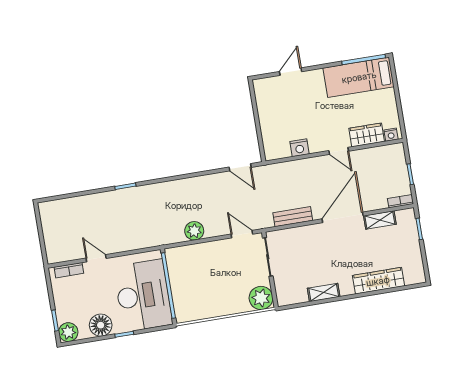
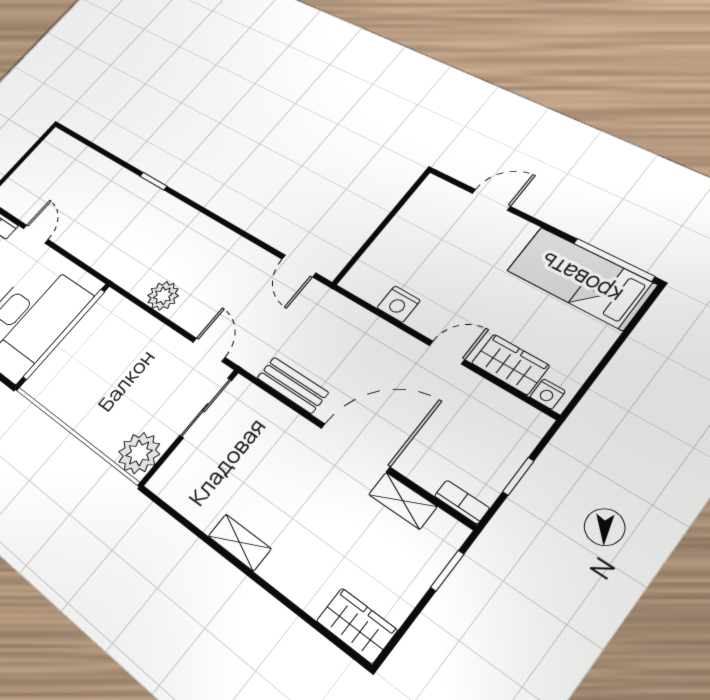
door: (339, 151) -> (447, 353), swing flipped
wardrobe: (378, 281) -> (357, 625), moved, width x0.67
shelving: (324, 292) -> (240, 542), moved

